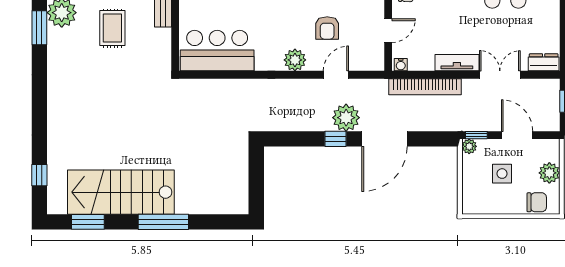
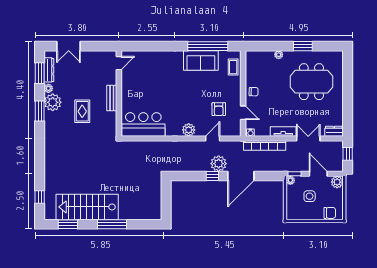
armchair: (327, 28) -> (219, 109), moved
door: (388, 31) -> (243, 113), hinge flipped
plant: (549, 173) -> (337, 182), moved

